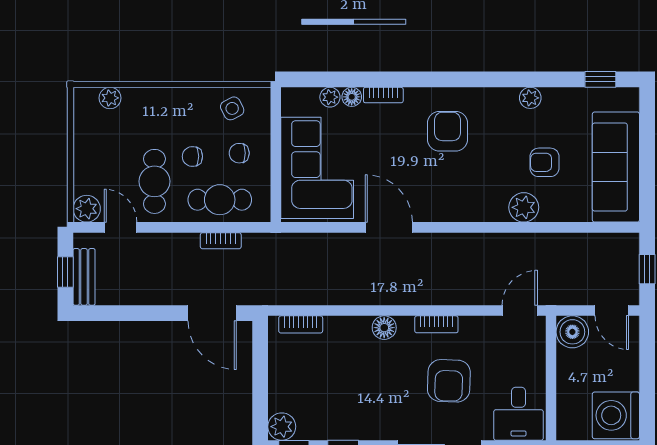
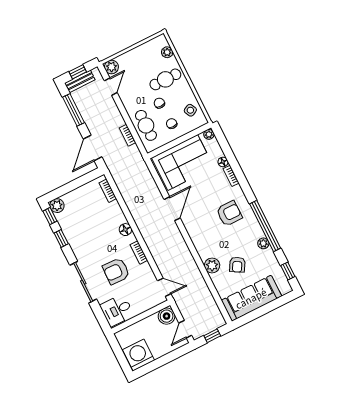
window: (501, 79) -> (265, 226), added
plant: (330, 97) -> (209, 134), moved
armchair: (545, 162) -> (237, 265), turned -150
cafe table: (154, 181) -> (165, 79), moved
window: (128, 313) -> (73, 110), added

